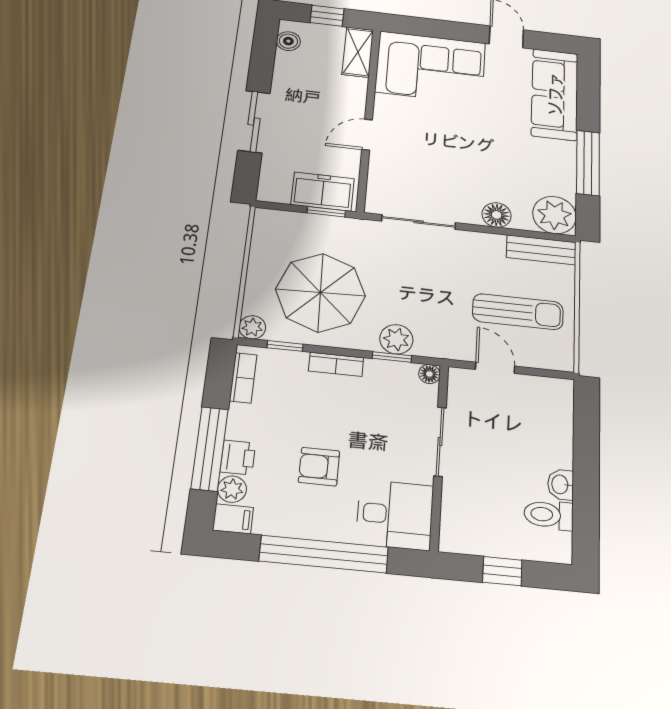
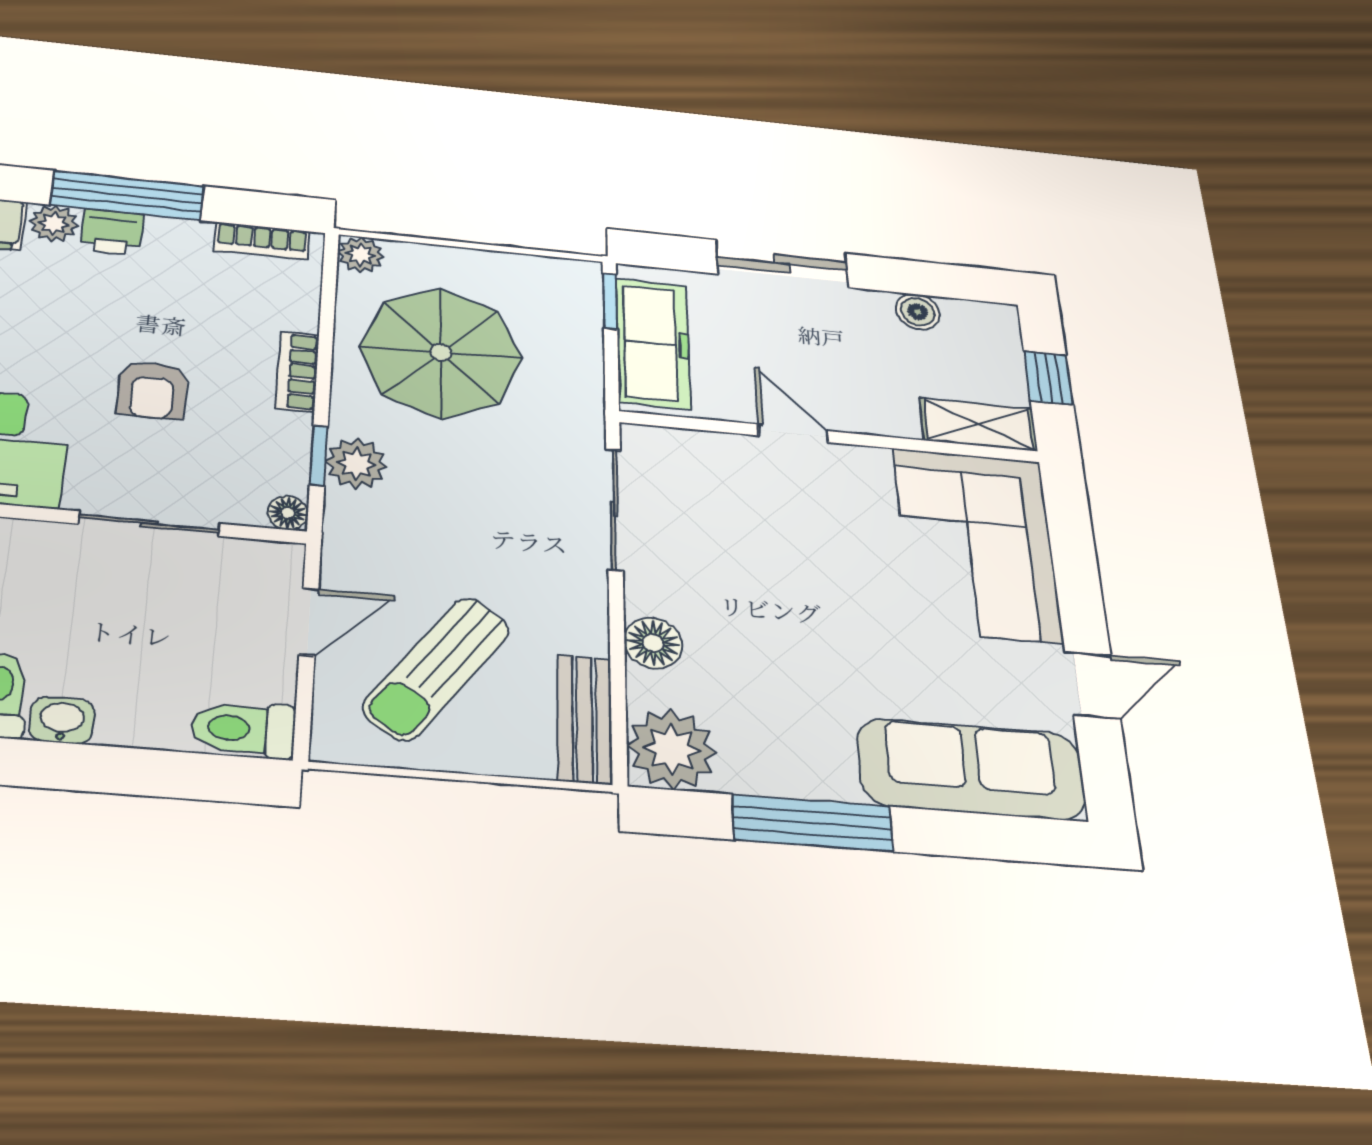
boiler: (288, 41) -> (918, 312), moved
freezer: (323, 192) -> (653, 343), width x1.40
window: (326, 212) -> (610, 301), moved
sun lounger: (518, 312) -> (437, 668), turned 36
window: (285, 346) -> (328, 299), removed
toilet: (559, 401) -> (243, 729), added
armchair: (319, 467) -> (152, 390), moved, turned 180

